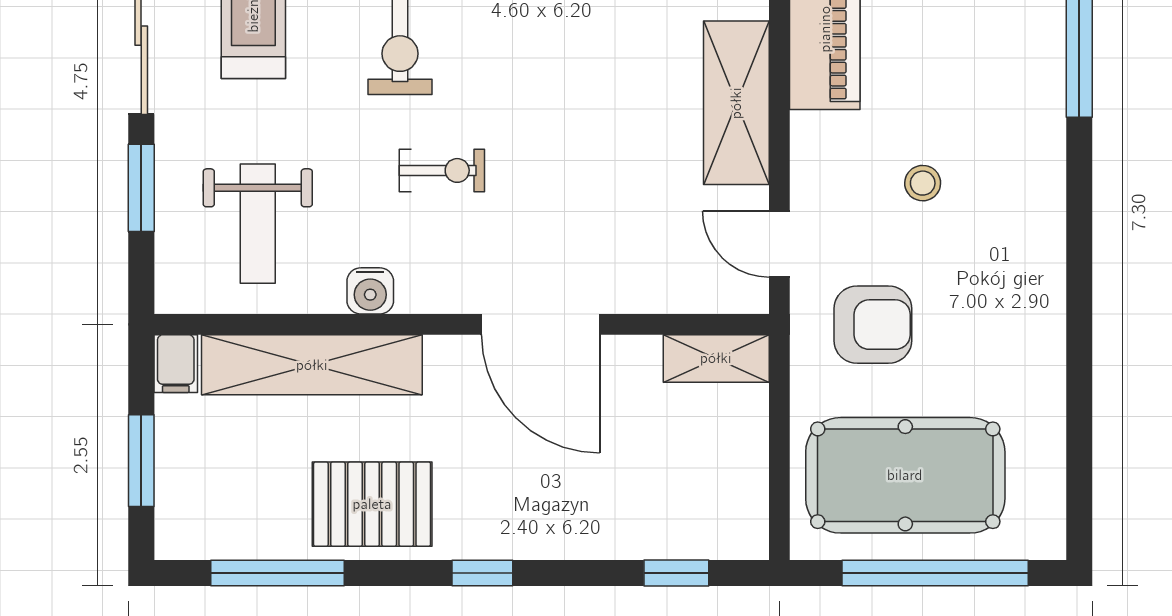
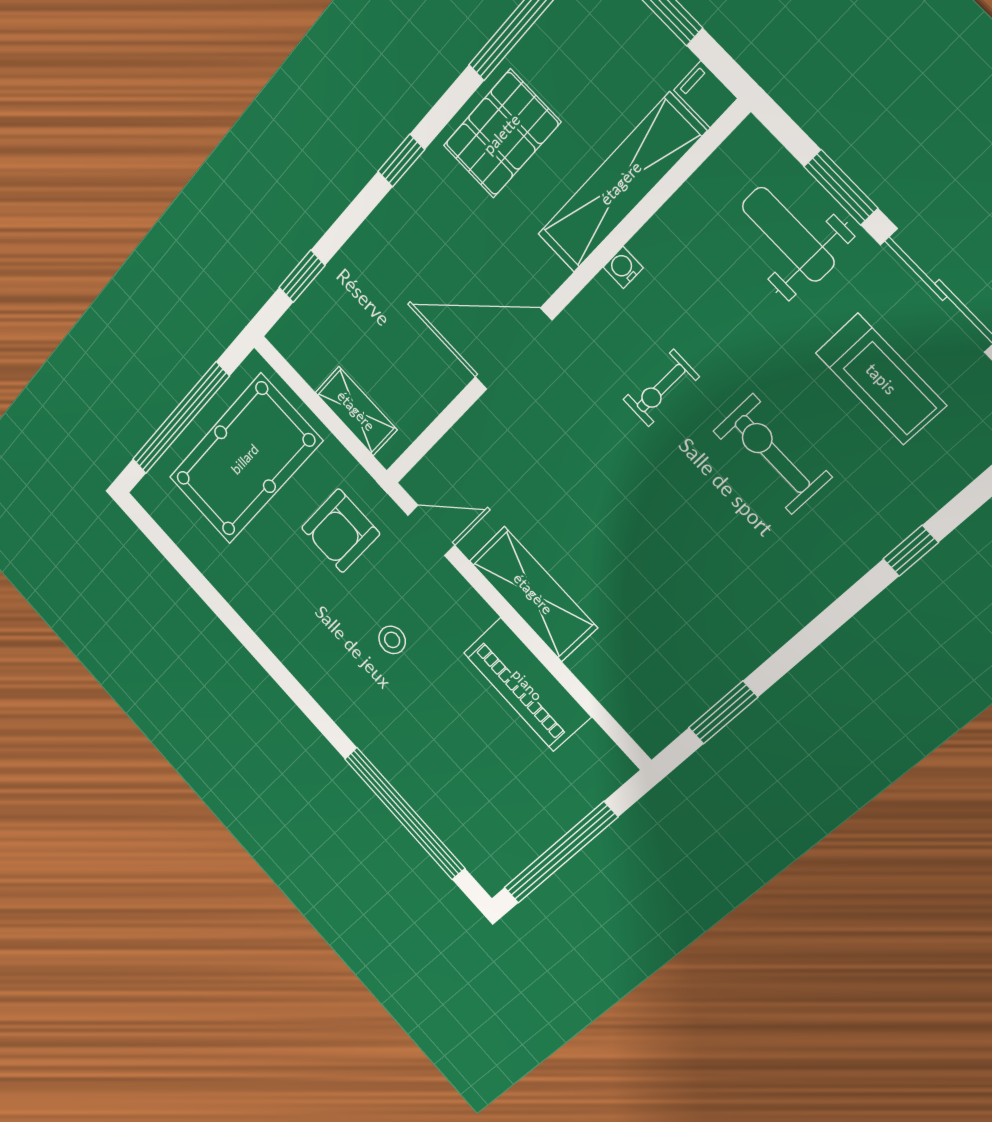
weight bench: (258, 224) -> (788, 234), moved
water cooler: (370, 291) -> (623, 267), width x0.72, depth x0.72
shelving: (716, 358) -> (356, 411), moved, turned 90

